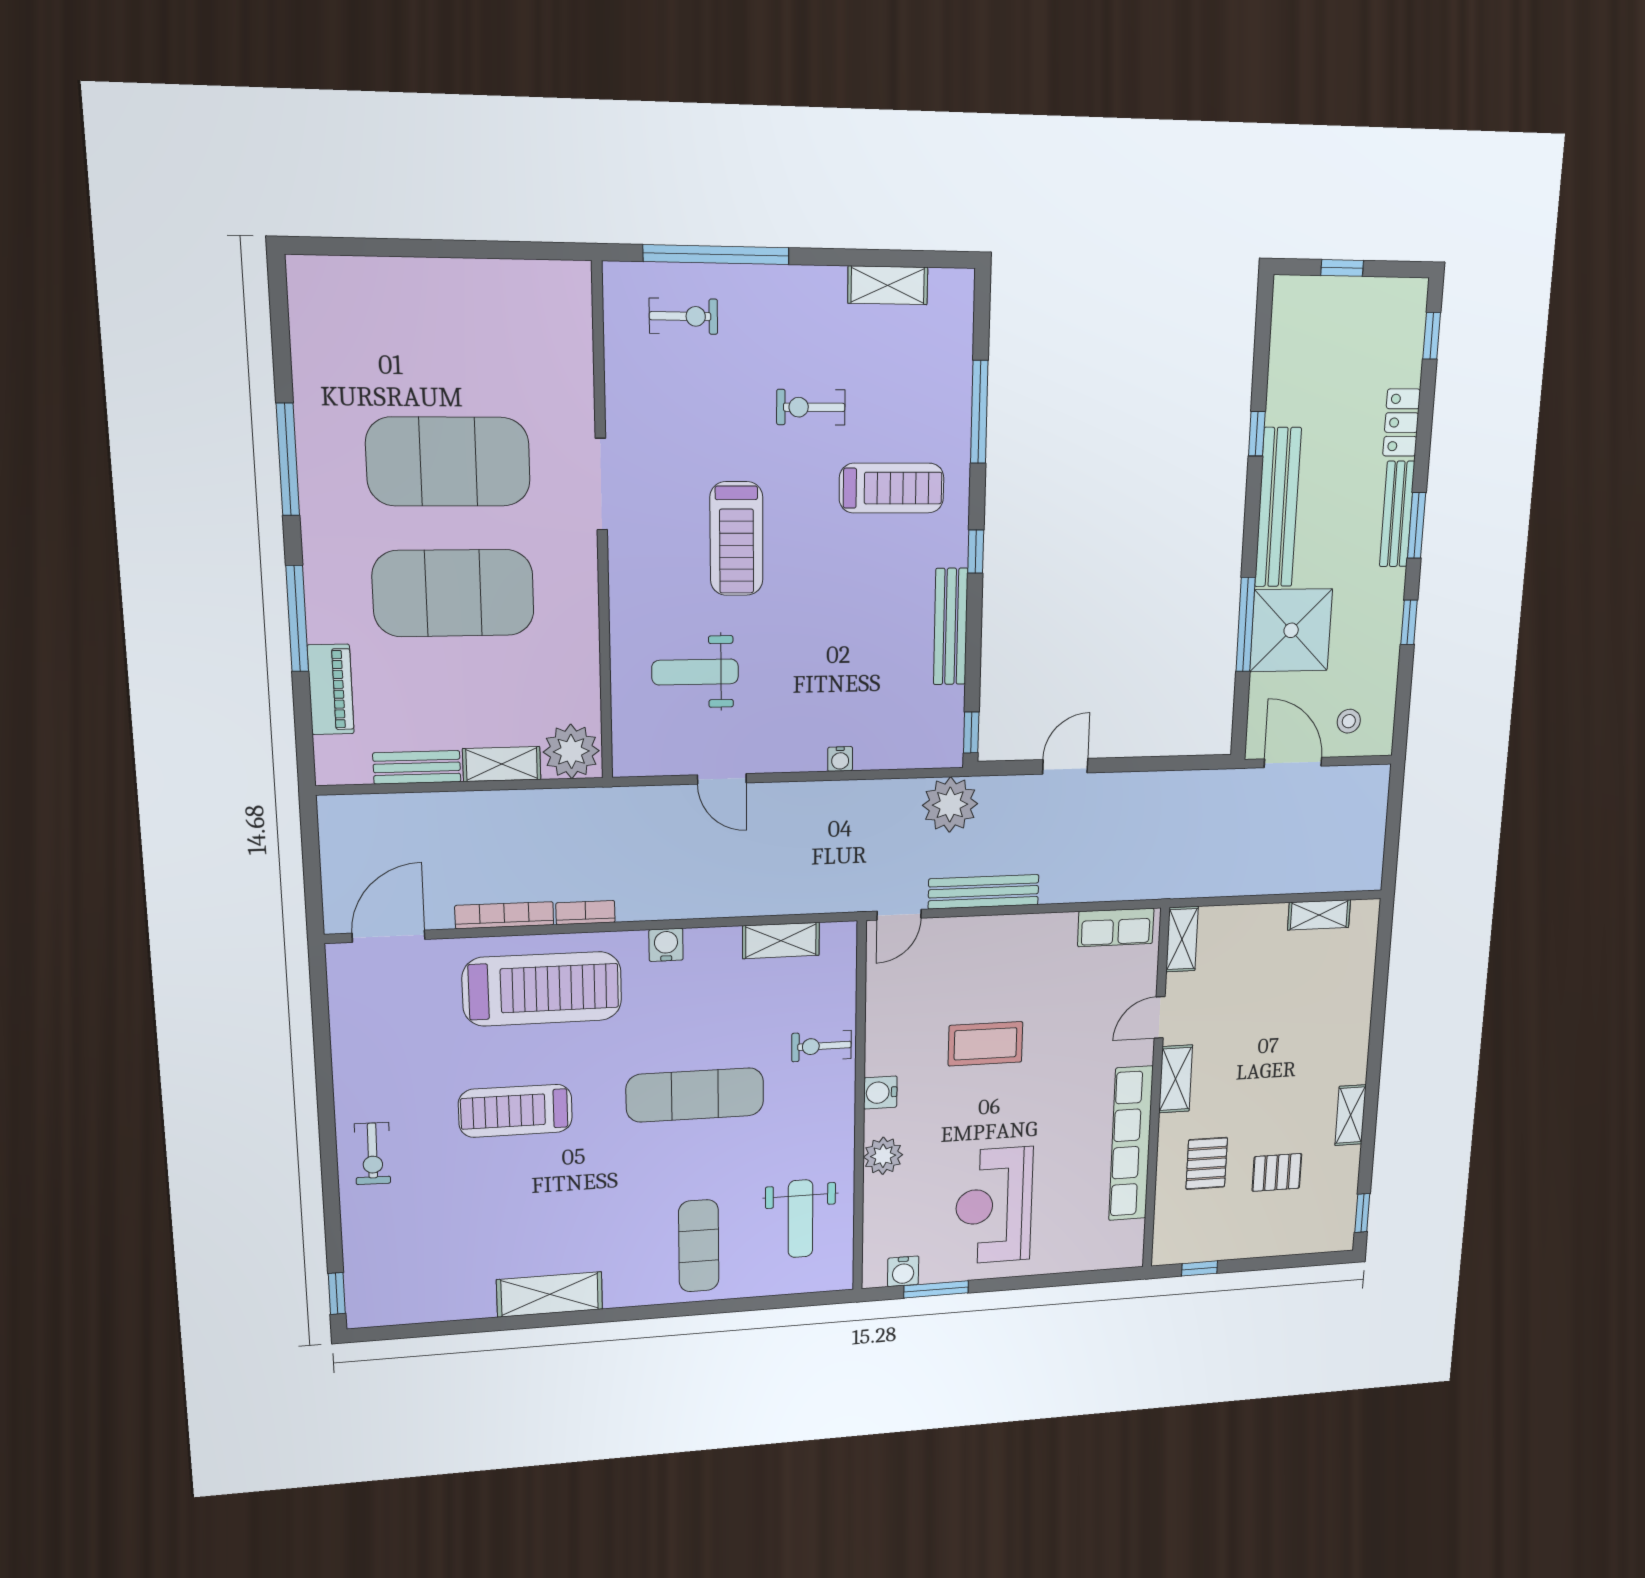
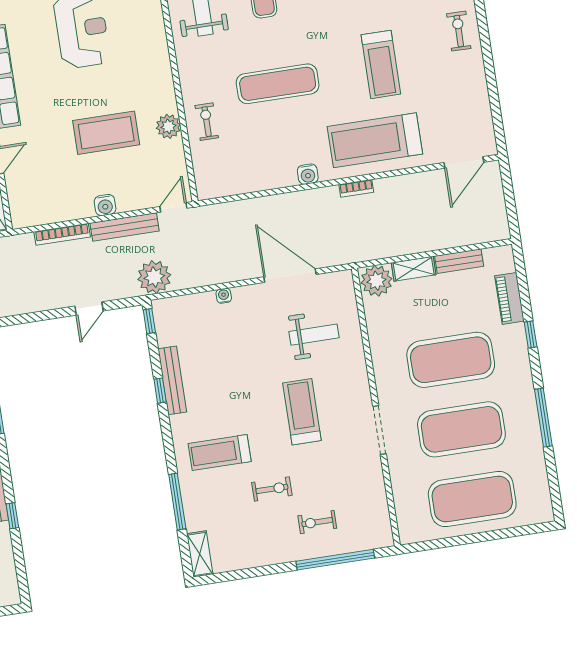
shelving: (888, 285) -> (200, 554), moved, turned 90
exercise bike: (684, 316) -> (317, 522), moved
exercise mat: (443, 326) -> (472, 499), added
window: (976, 552) -> (160, 391), moved
window: (297, 619) -> (531, 334), width x0.46
door: (722, 779) -> (290, 276), width x1.87
bookcase: (504, 915) -> (62, 234), moved
row of seats: (1116, 927) -> (38, 214), removed
shelving: (781, 941) -> (241, 184), removed
coffee table: (985, 1044) -> (106, 133), width x1.36, depth x1.32
exercise bike: (821, 1046) -> (207, 122), turned -90
water cooler: (880, 1092) -> (105, 205), moved, turned 90
treadmill: (515, 1111) -> (381, 64), turned 90
plant: (883, 1156) -> (168, 126), moved

